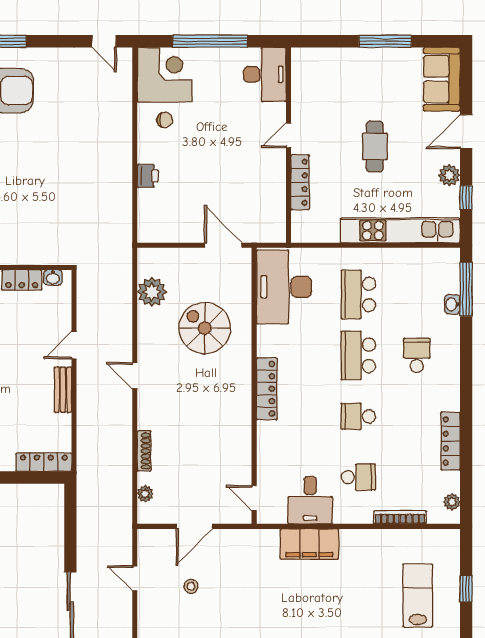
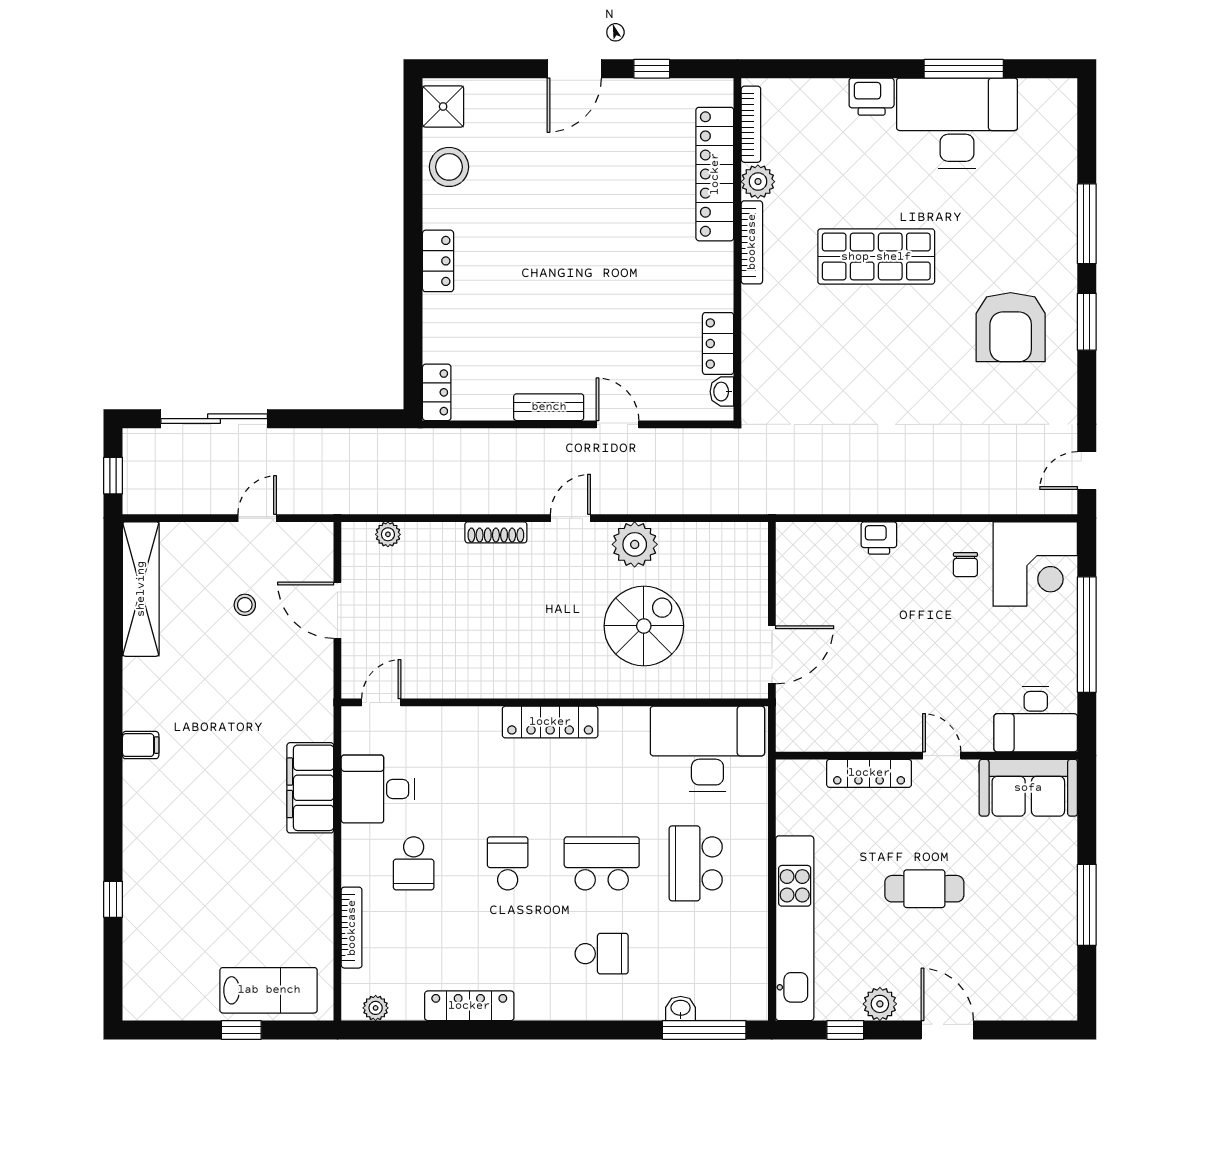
sofa: (442, 79) -> (1028, 788), moved, turned 180
plant: (152, 292) -> (635, 544), moved
school desk: (358, 295) -> (696, 863), turned -90
shoe rack: (144, 451) -> (496, 532), moved
locker: (44, 462) -> (437, 392), width x0.66
lab bench: (418, 596) -> (269, 990), moved

